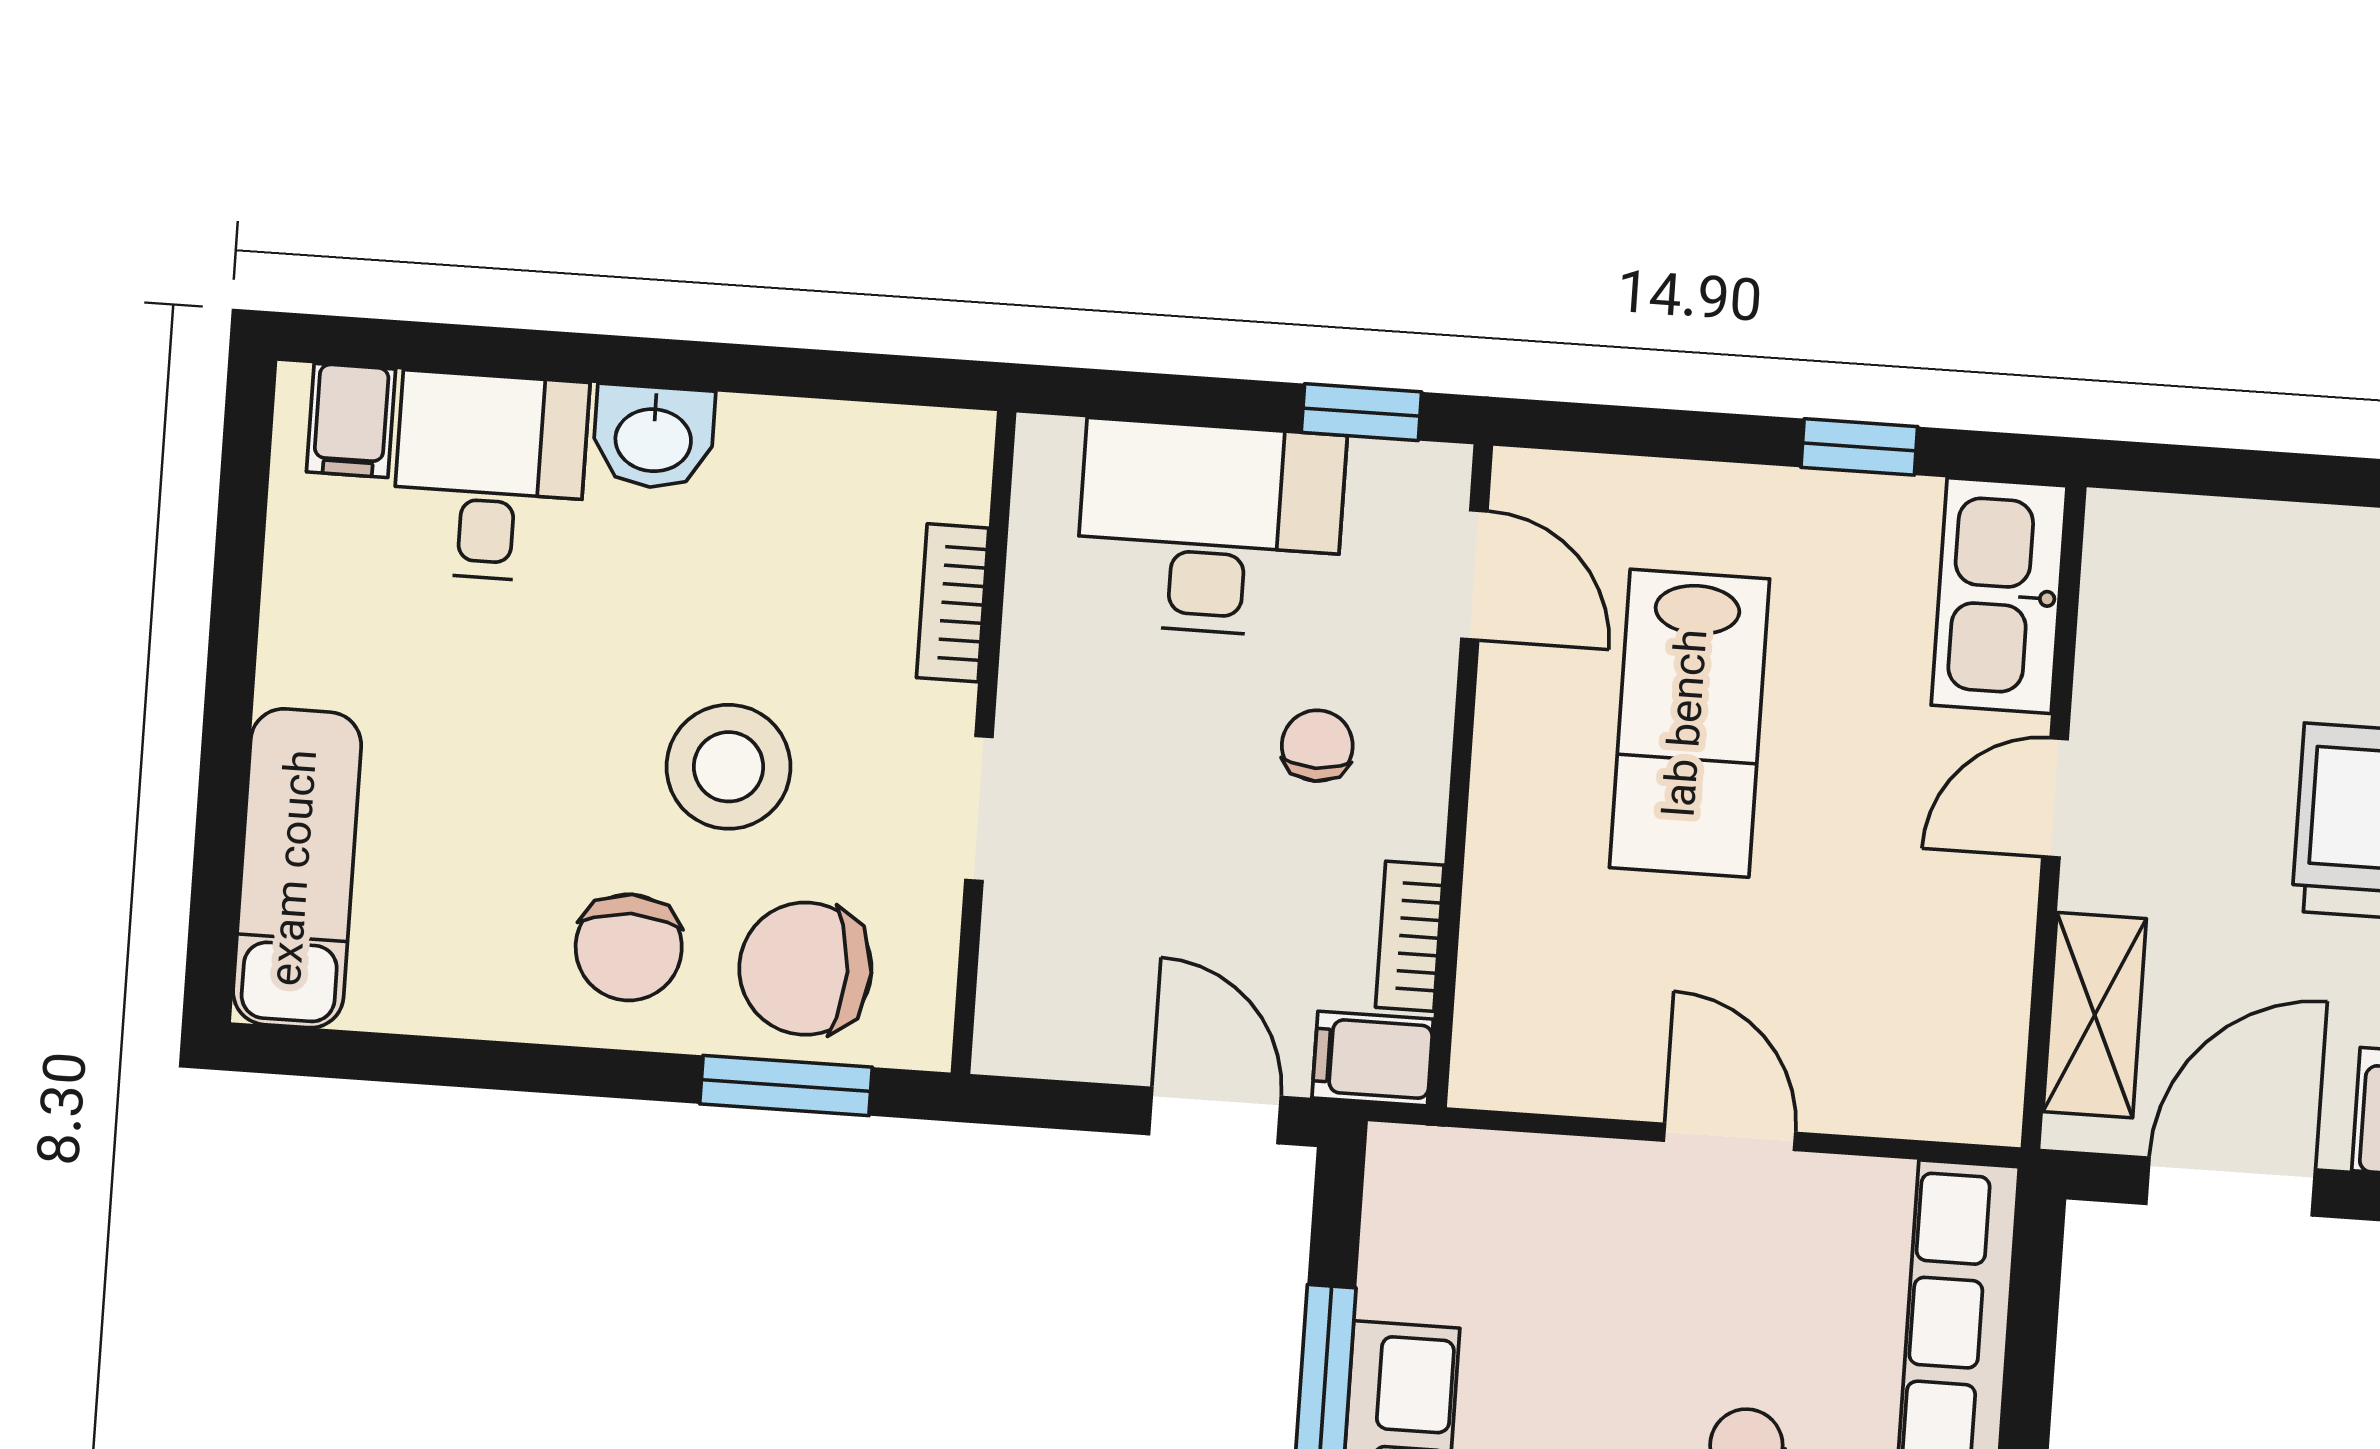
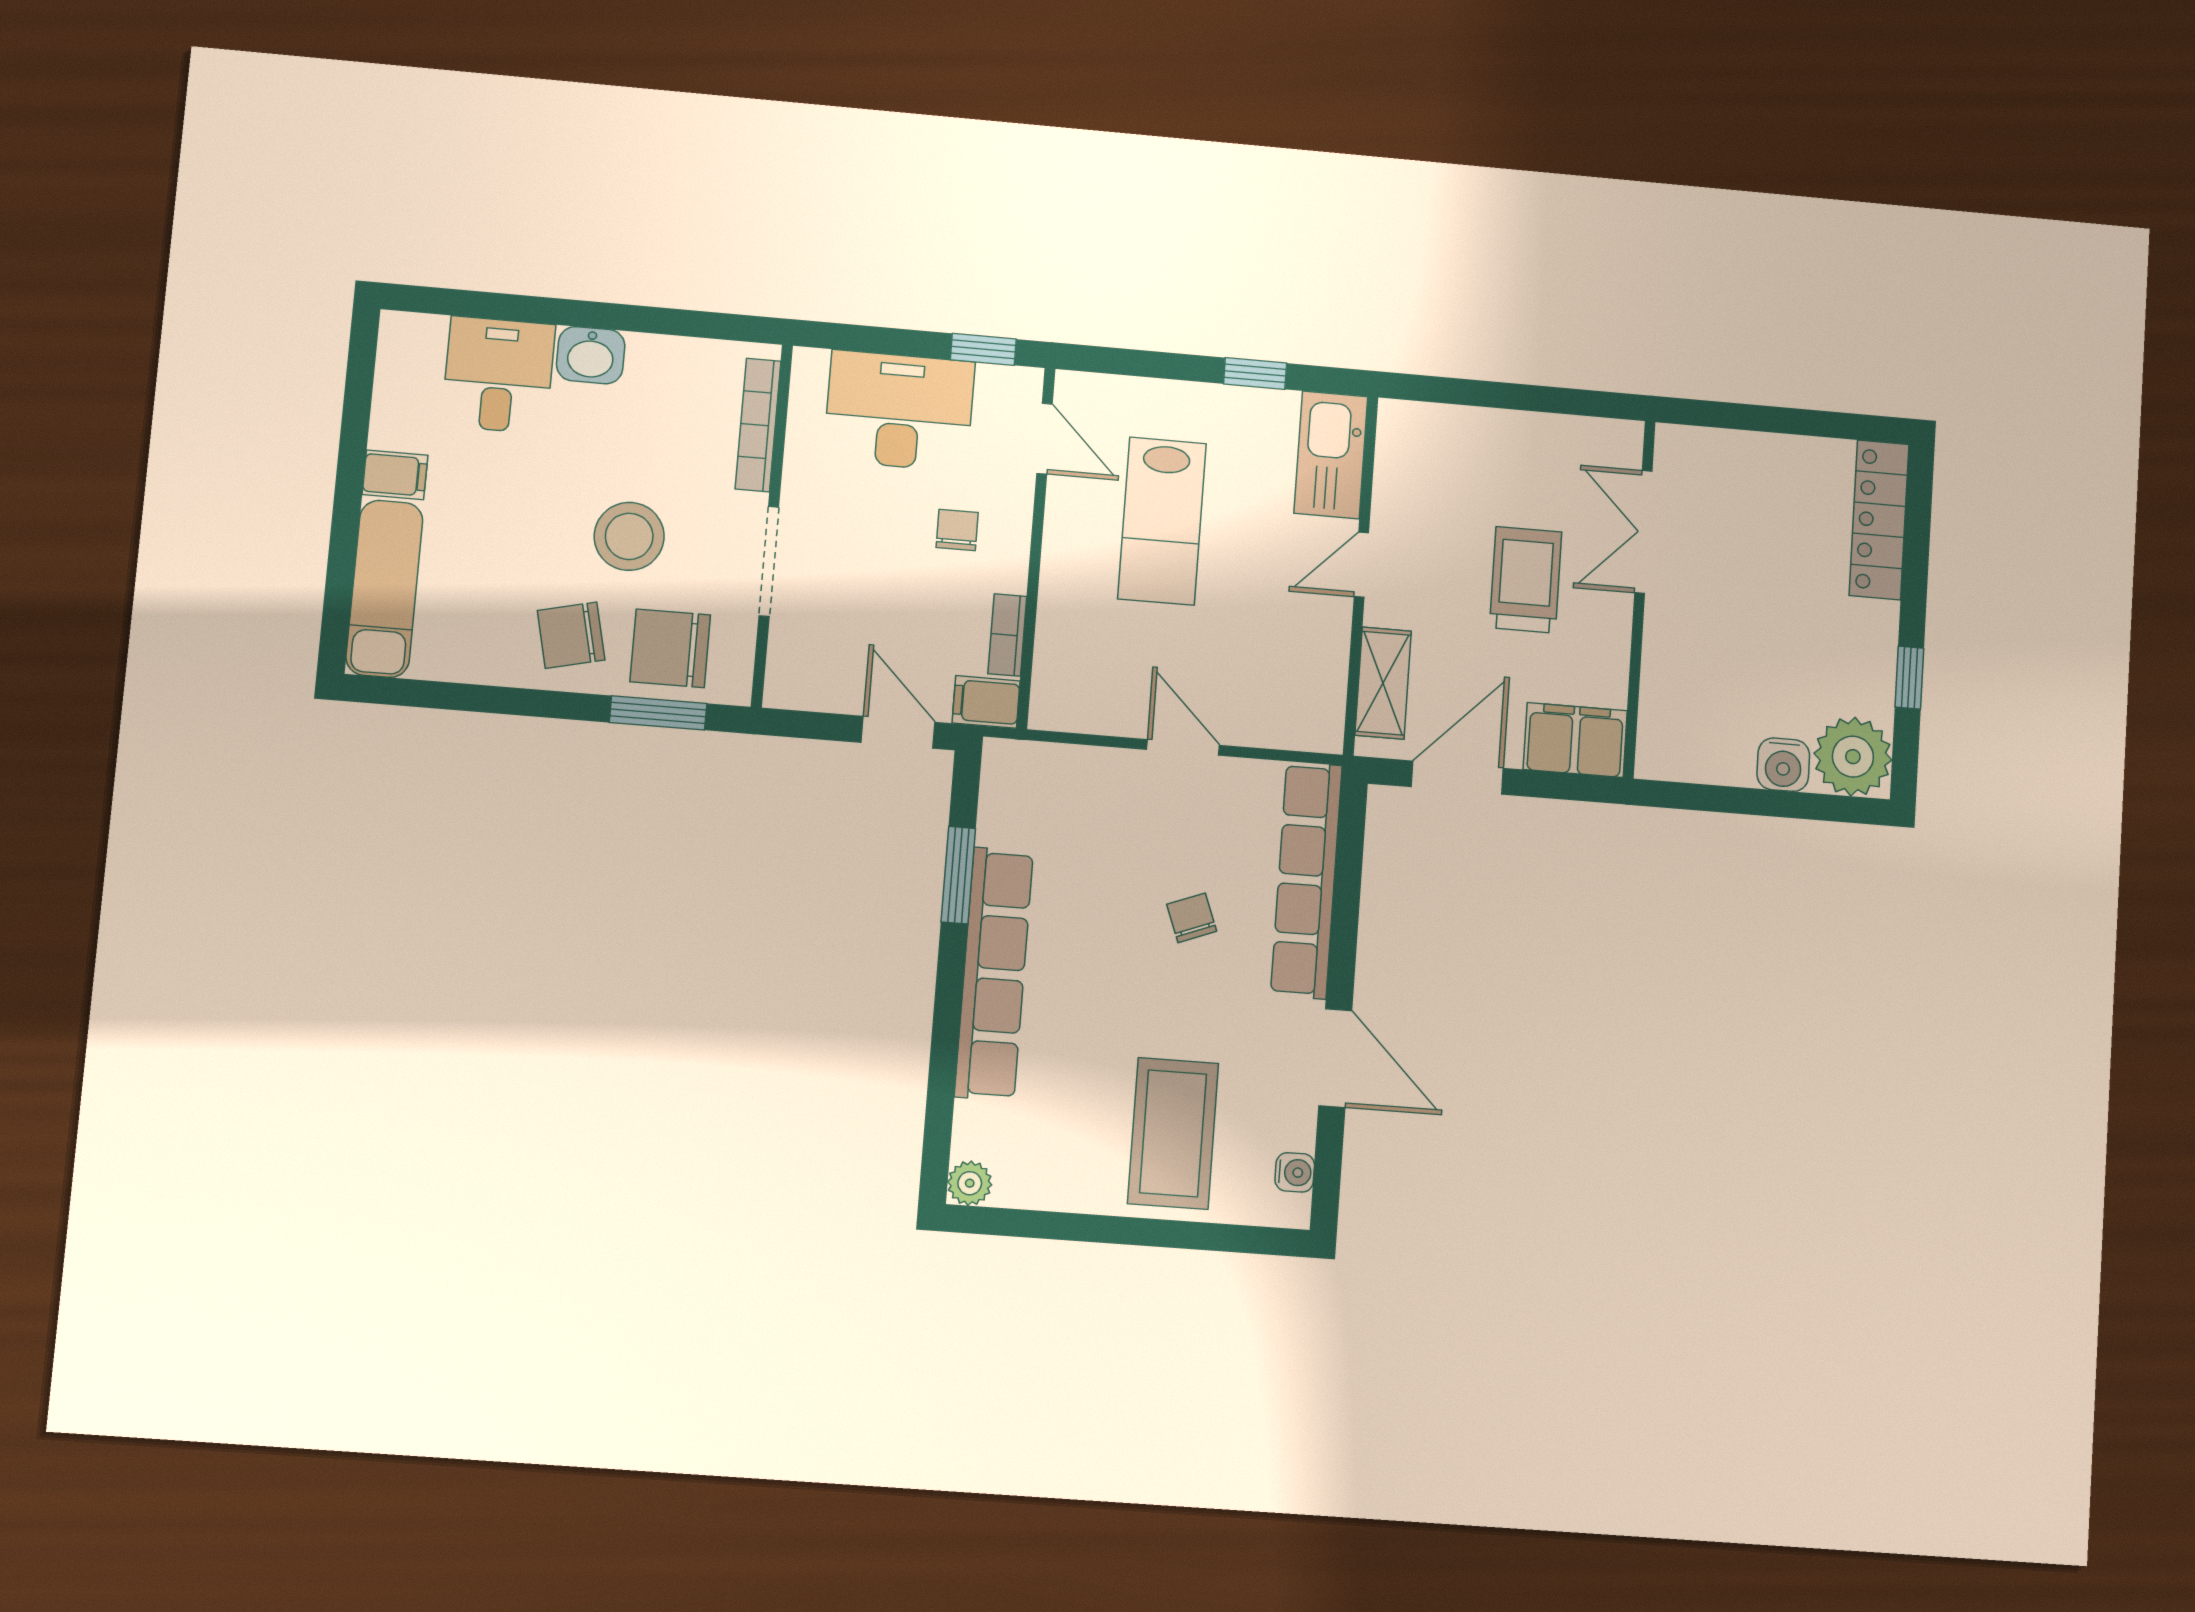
filing cabinet: (351, 420) -> (395, 475), moved, turned -90
bookcase: (953, 603) -> (758, 425), width x1.56
doorway: (979, 809) -> (769, 561), width x1.38
chair: (629, 947) -> (571, 635), turned 77

